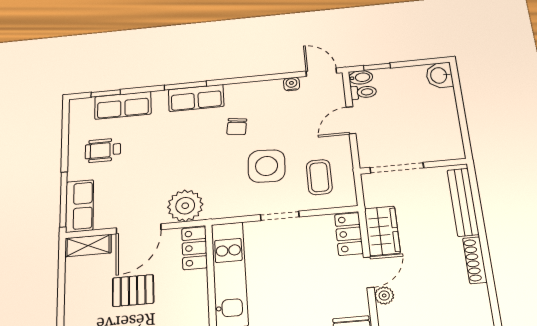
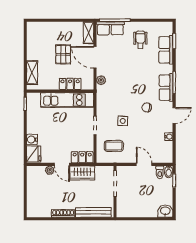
door: (321, 72) -> (174, 115), moved
side table: (267, 166) -> (123, 121), width x0.54, depth x0.54
plant: (185, 206) -> (101, 80), width x0.53, depth x0.53
locker: (194, 248) -> (70, 84), moved

